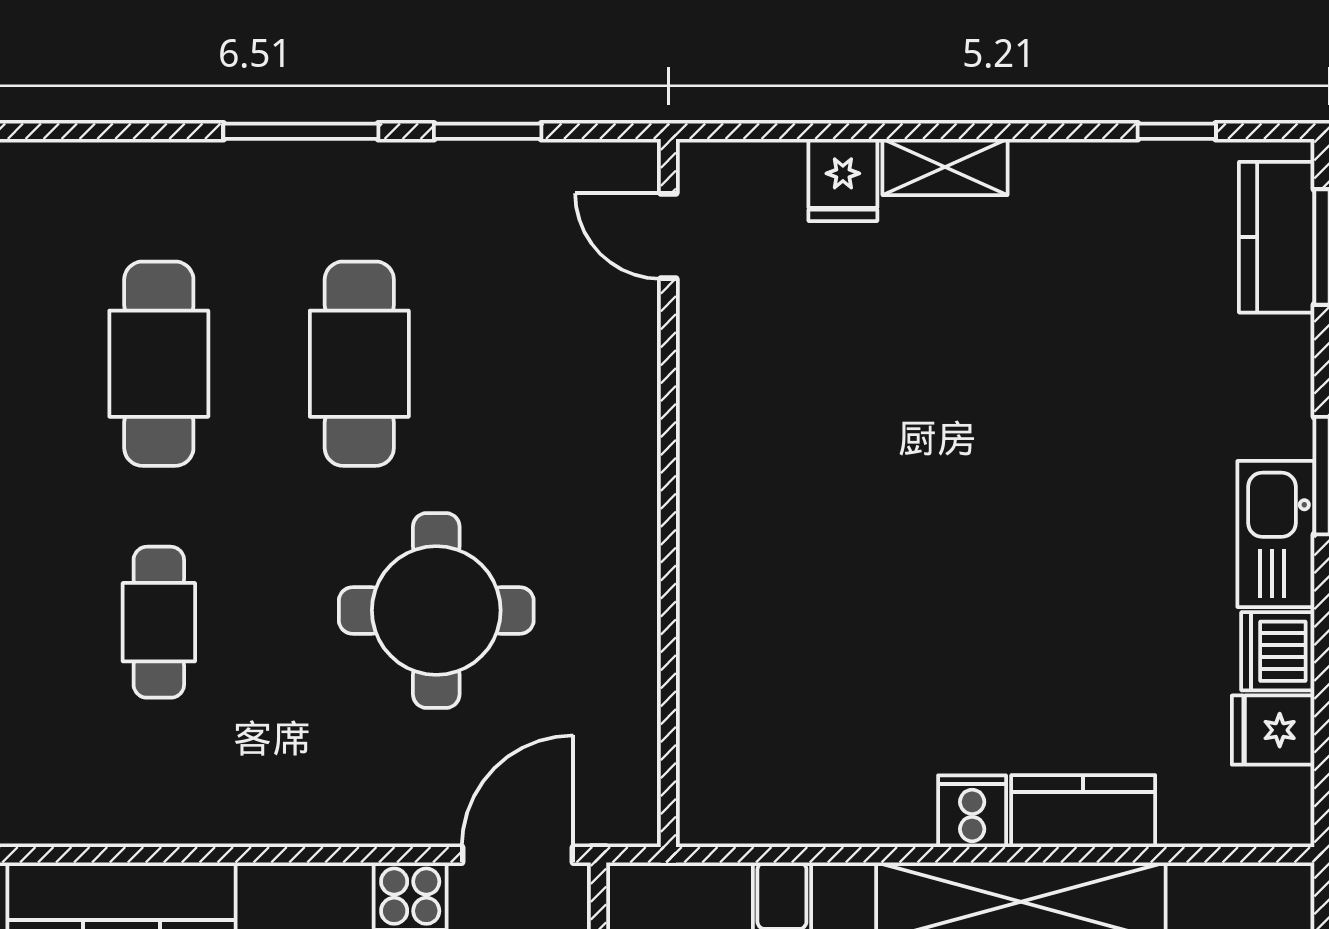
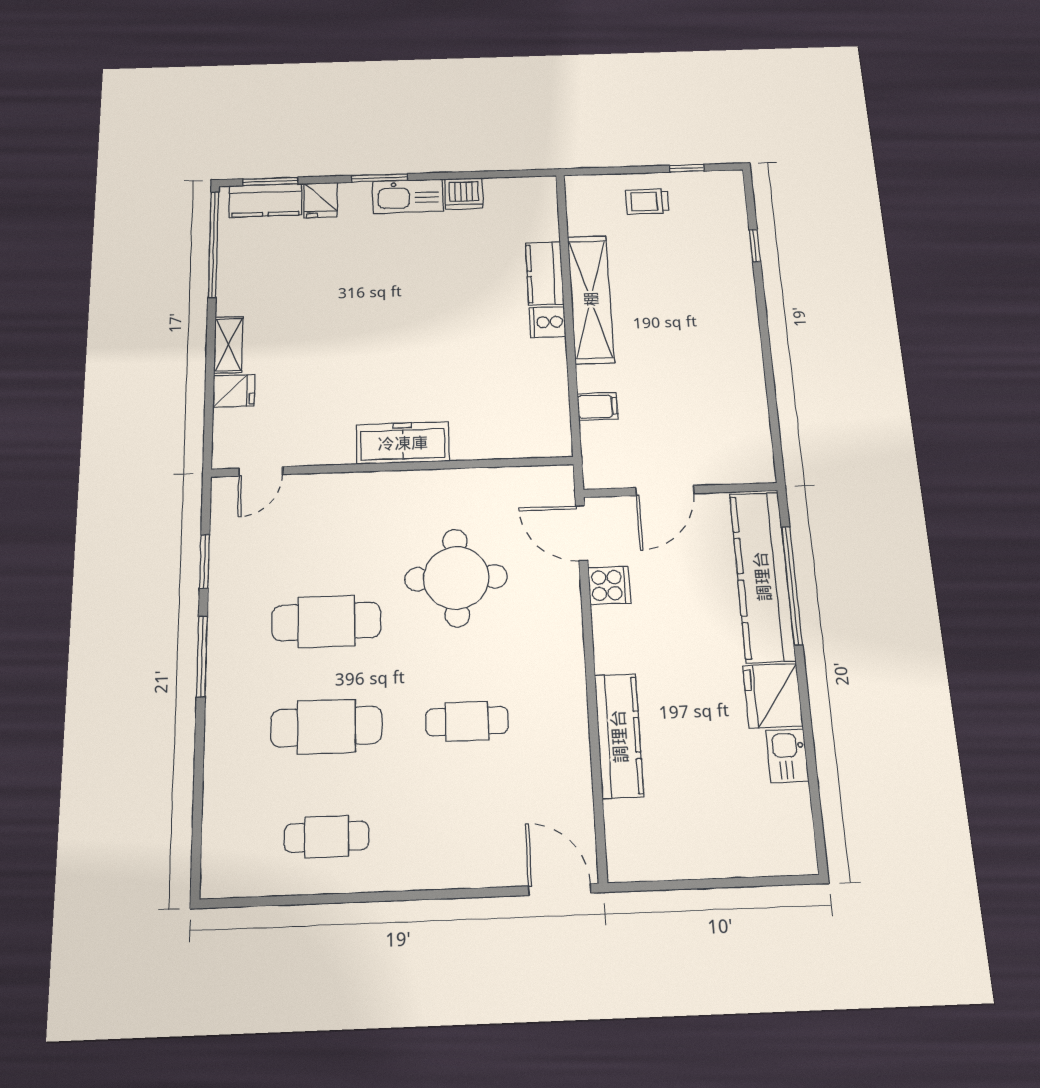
window: (1177, 131) -> (213, 244), width x3.17
freezer: (718, 514) -> (403, 443), added
fridge: (1273, 730) -> (321, 200), moved

